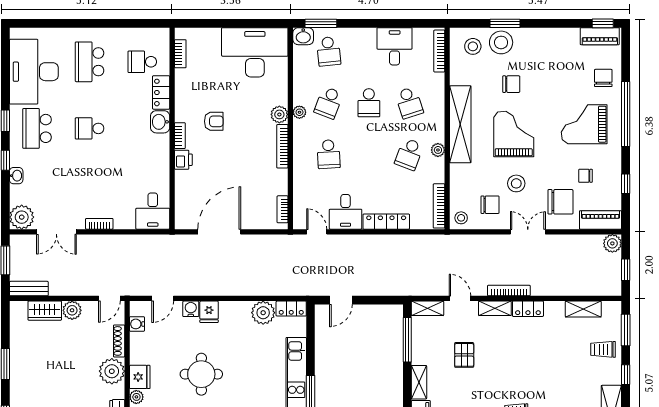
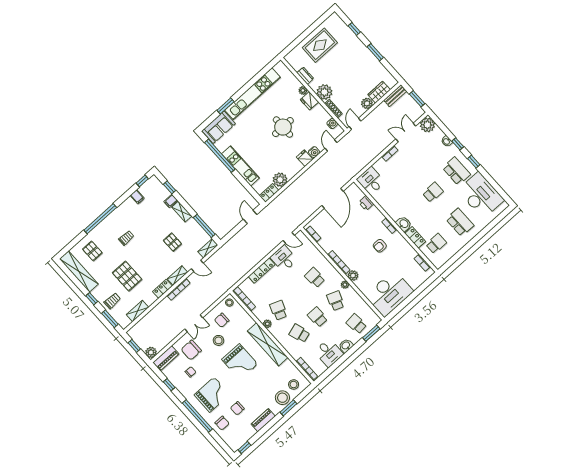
washbasin: (303, 36) -> (346, 346), moved
piano: (600, 36) -> (263, 420), moved
chair: (511, 84) -> (237, 408), moved
printer: (183, 160) -> (366, 203), moved
pallet: (557, 363) -> (127, 276), added

